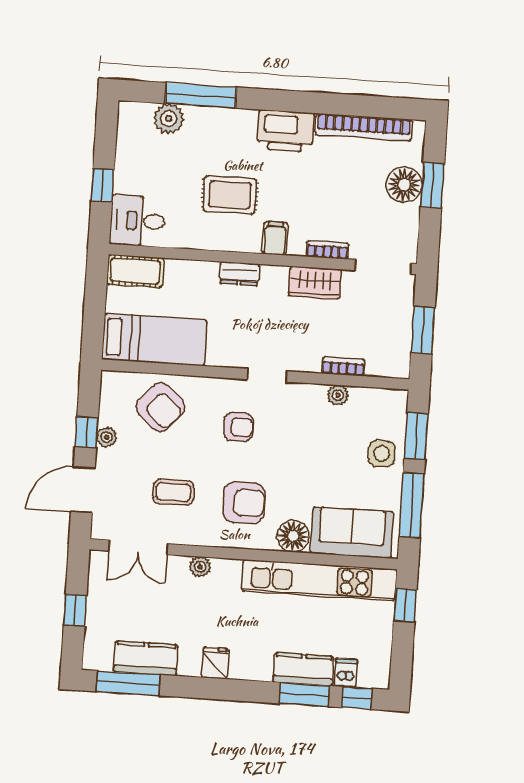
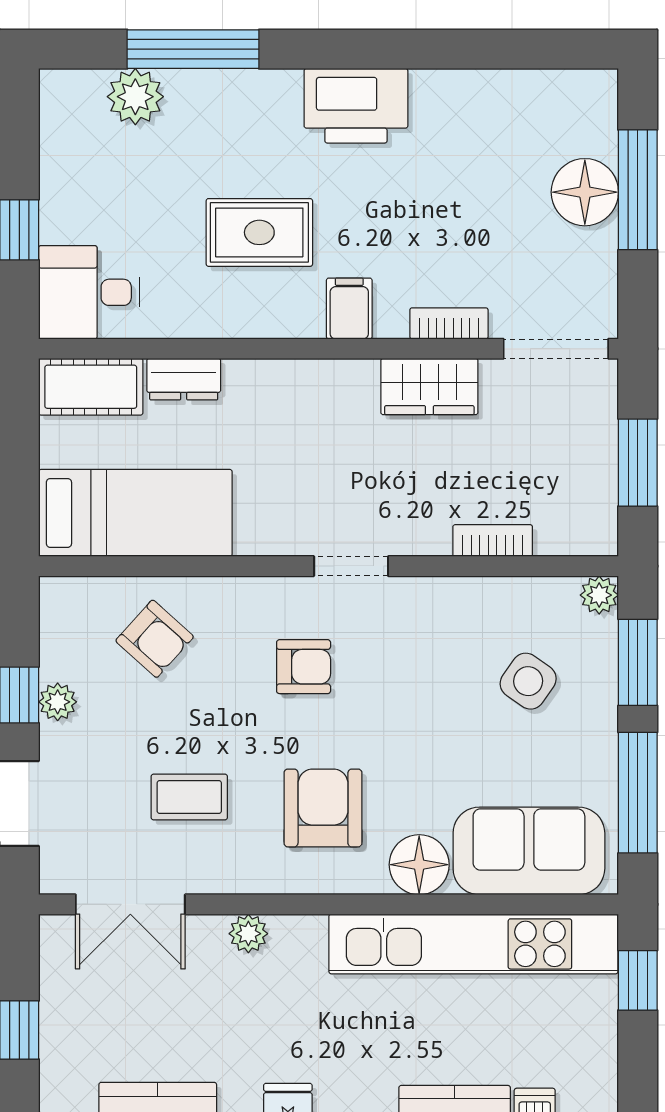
bookcase: (364, 127) -> (502, 89), removed
window: (432, 185) -> (638, 190), width x1.44
dresser: (240, 274) -> (184, 379), moved
plant: (338, 395) -> (599, 595), moved
armchair: (160, 407) -> (155, 639), width x0.72, depth x0.72
side table: (382, 454) -> (528, 681), moved, turned 35
armchair: (244, 503) -> (323, 808), turned -90

